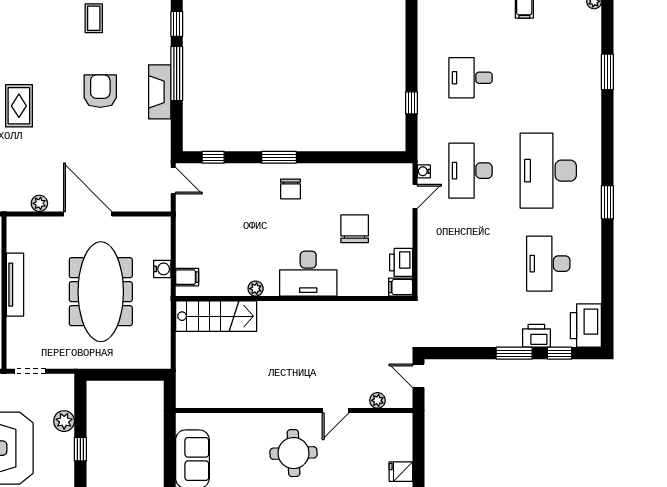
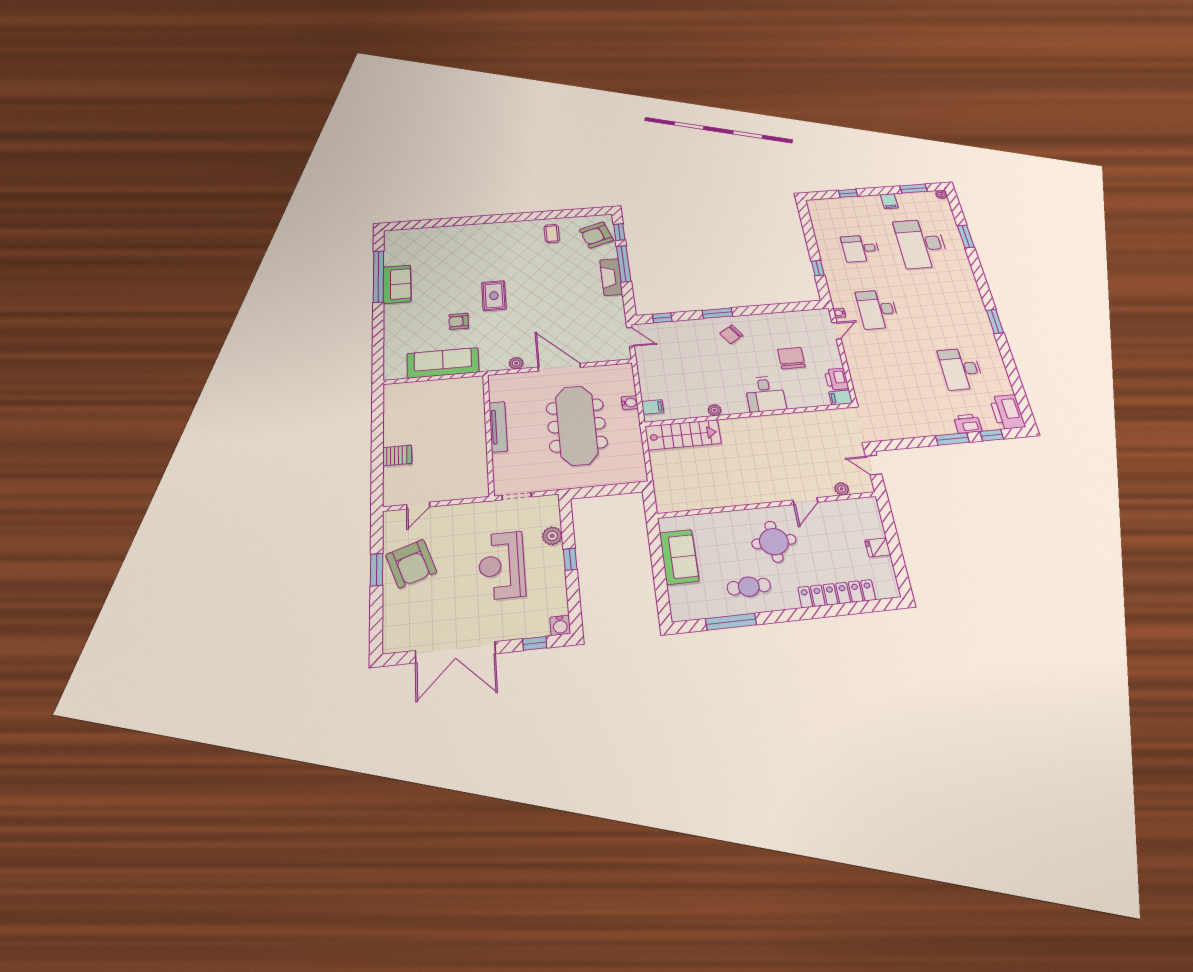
armchair: (100, 91) -> (596, 235), moved, turned -108
desk: (548, 171) -> (921, 244), moved
chair: (290, 189) -> (731, 334), turned 57
desk: (308, 274) -> (765, 394), width x0.73

